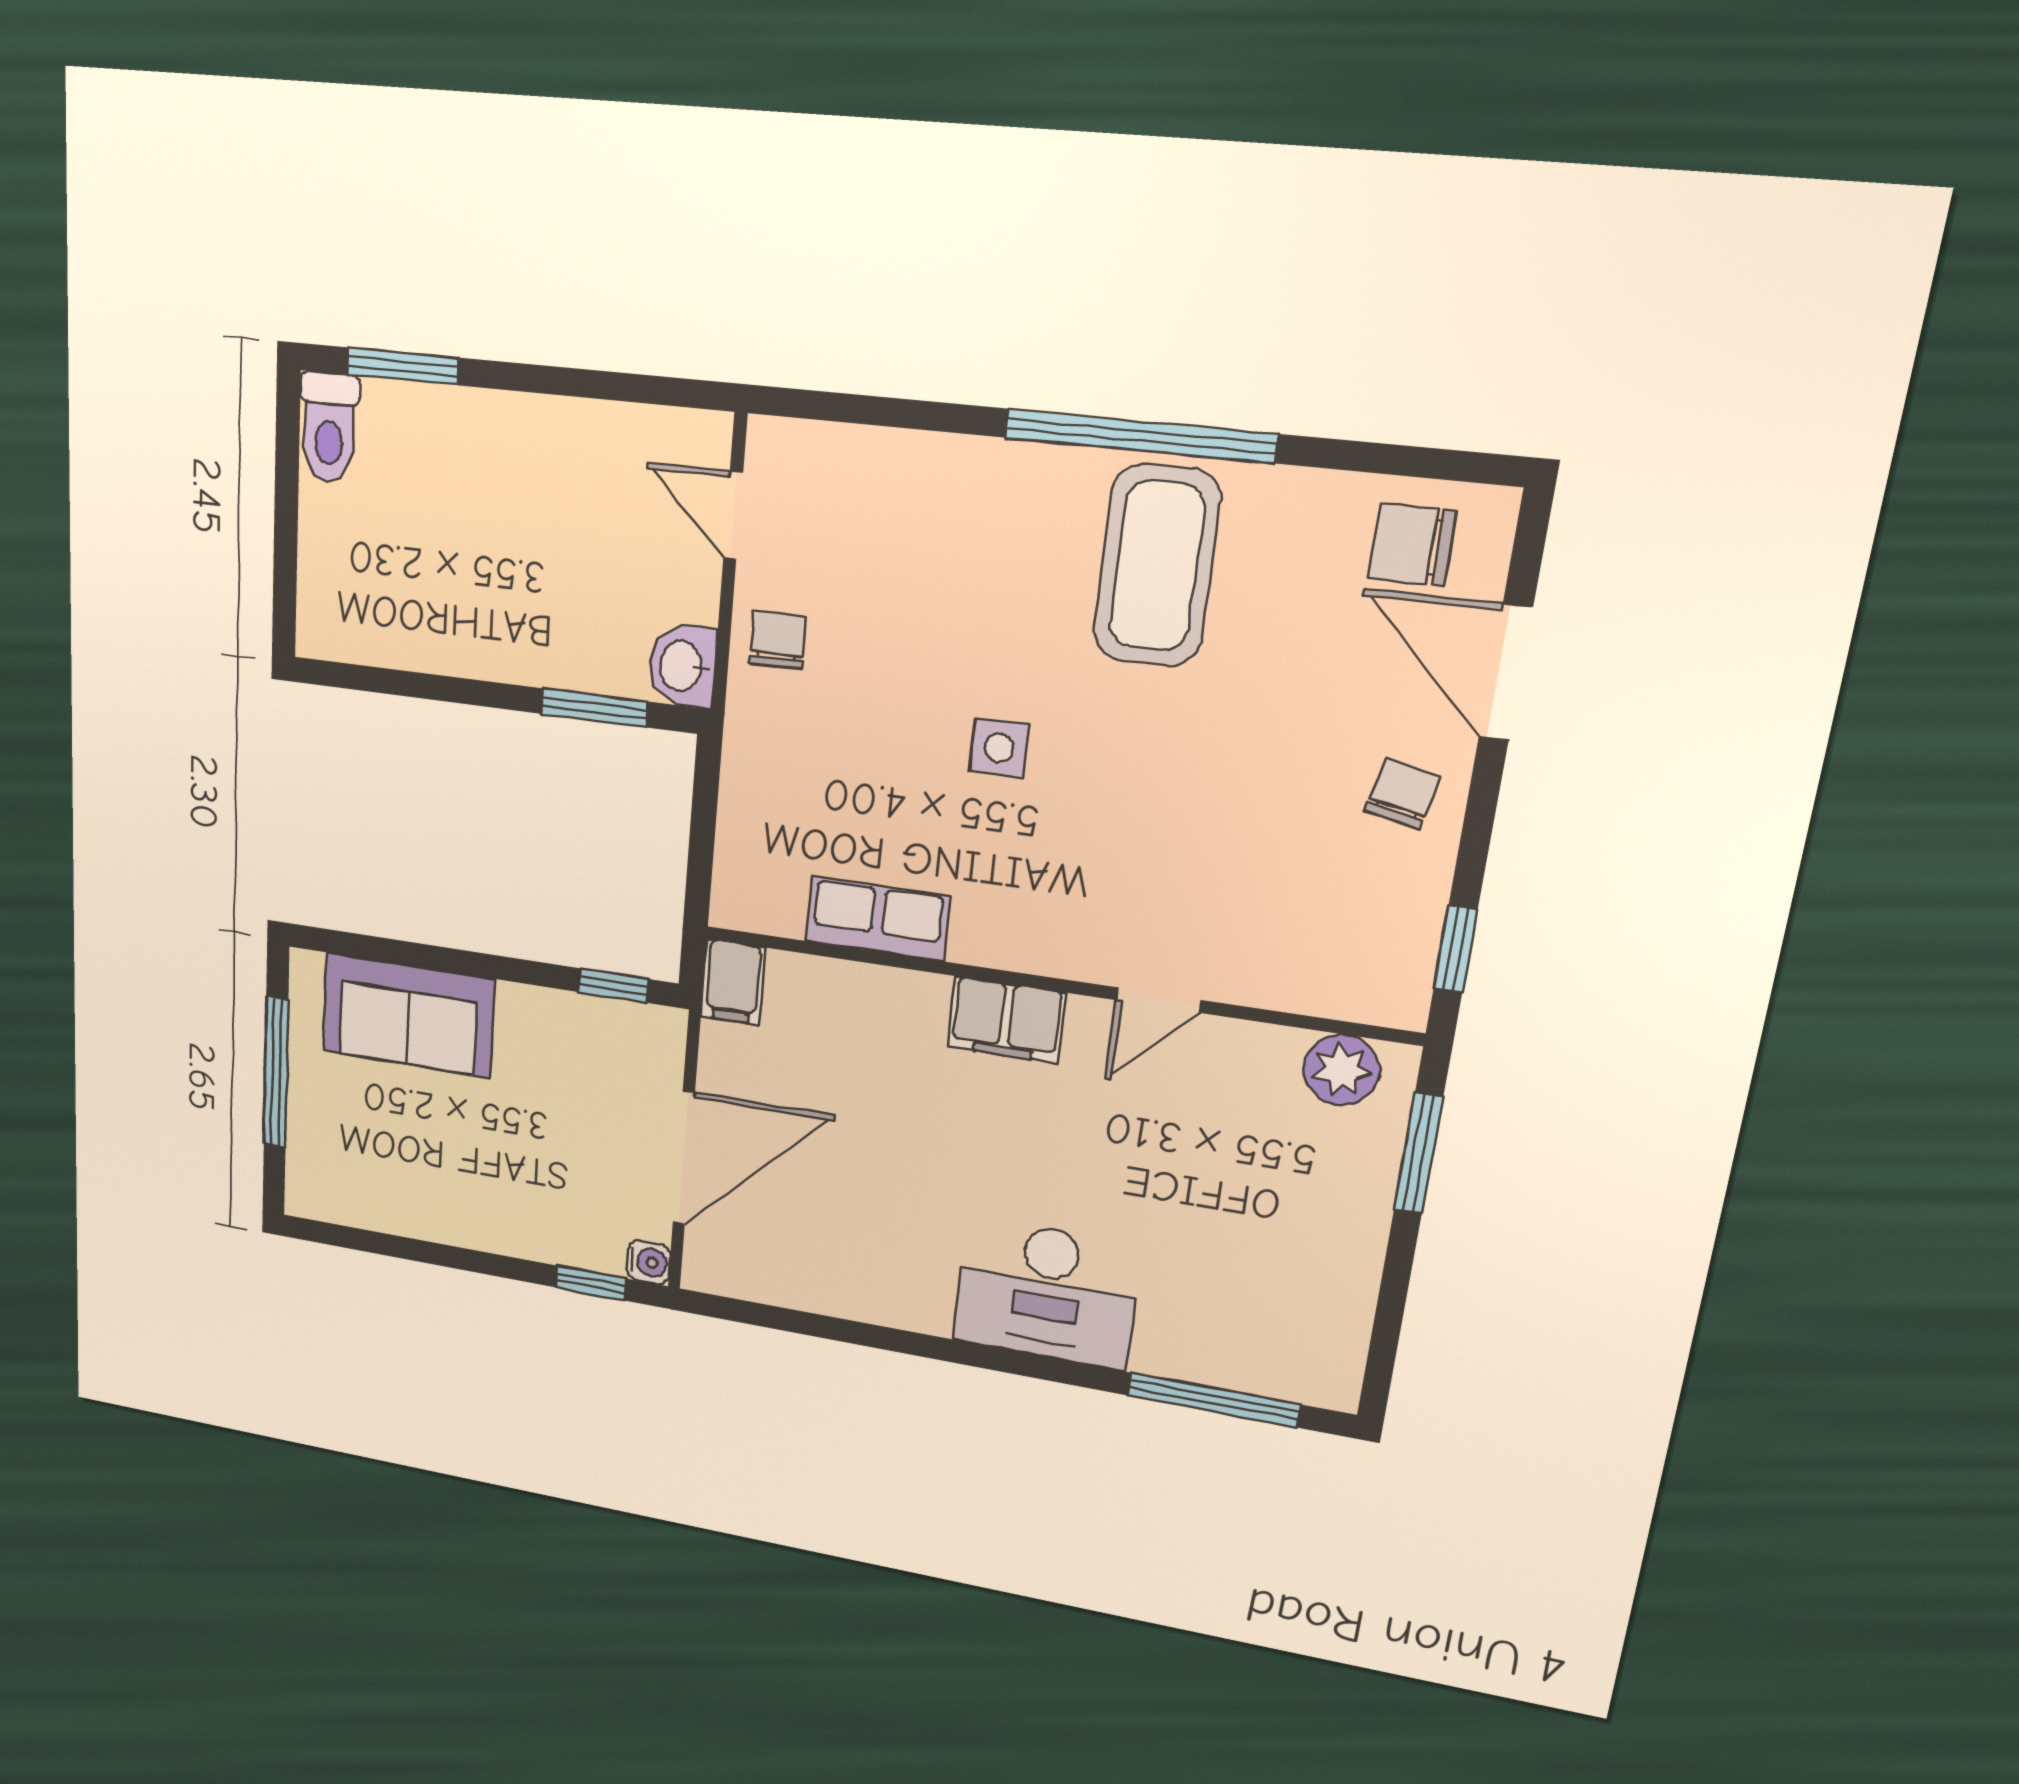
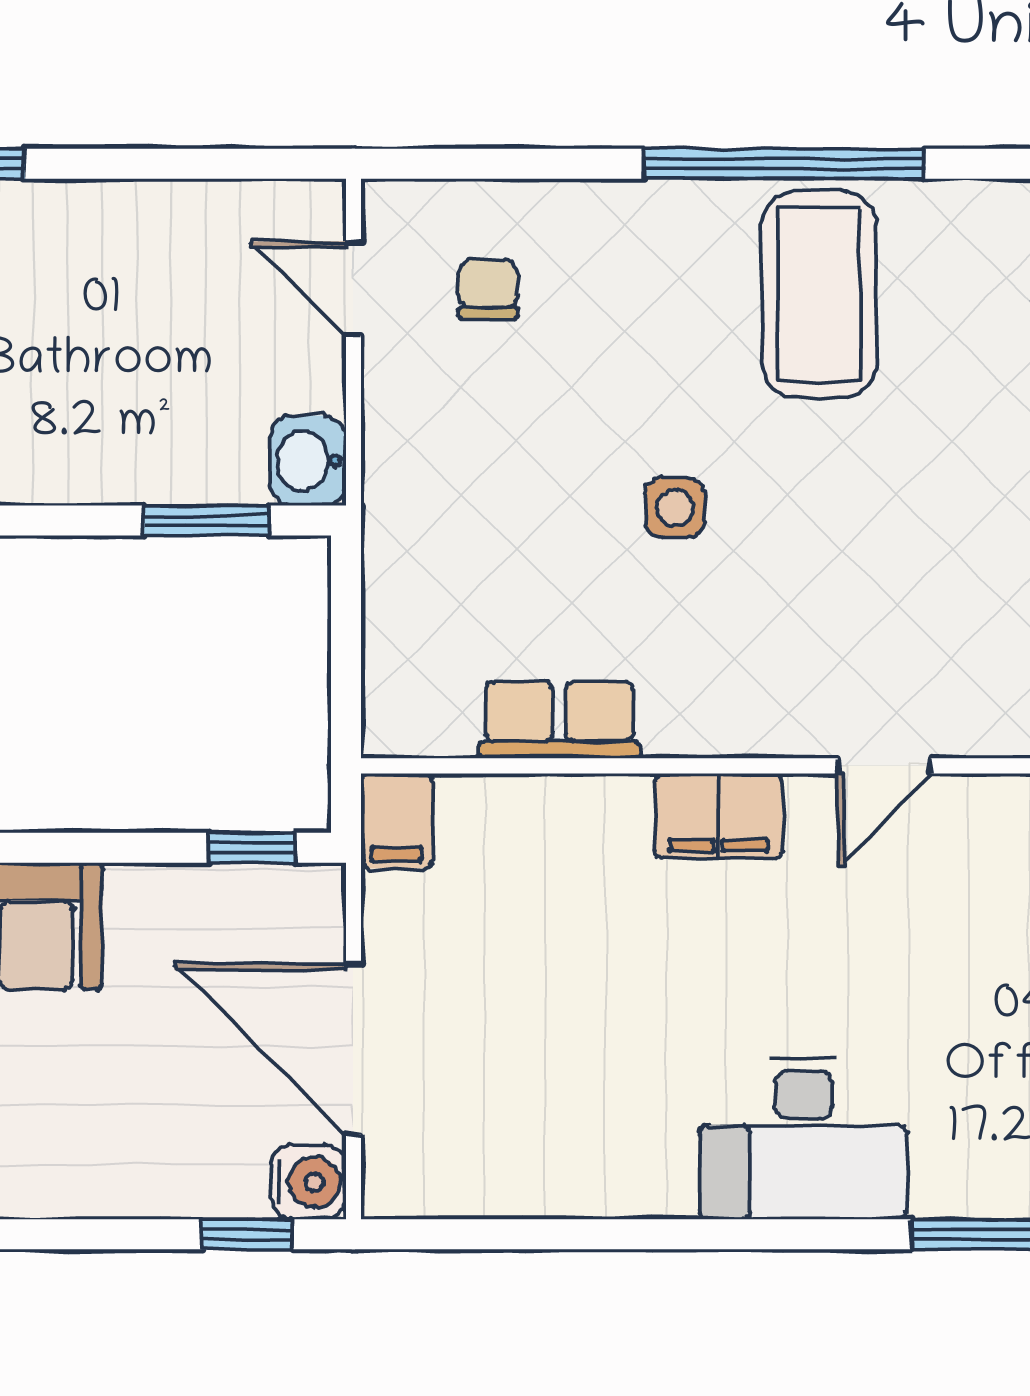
chair: (777, 640) -> (488, 290), moved
door: (684, 1158) -> (353, 1049), swing flipped
water cooler: (649, 1262) -> (309, 1182), width x1.38, depth x1.38

